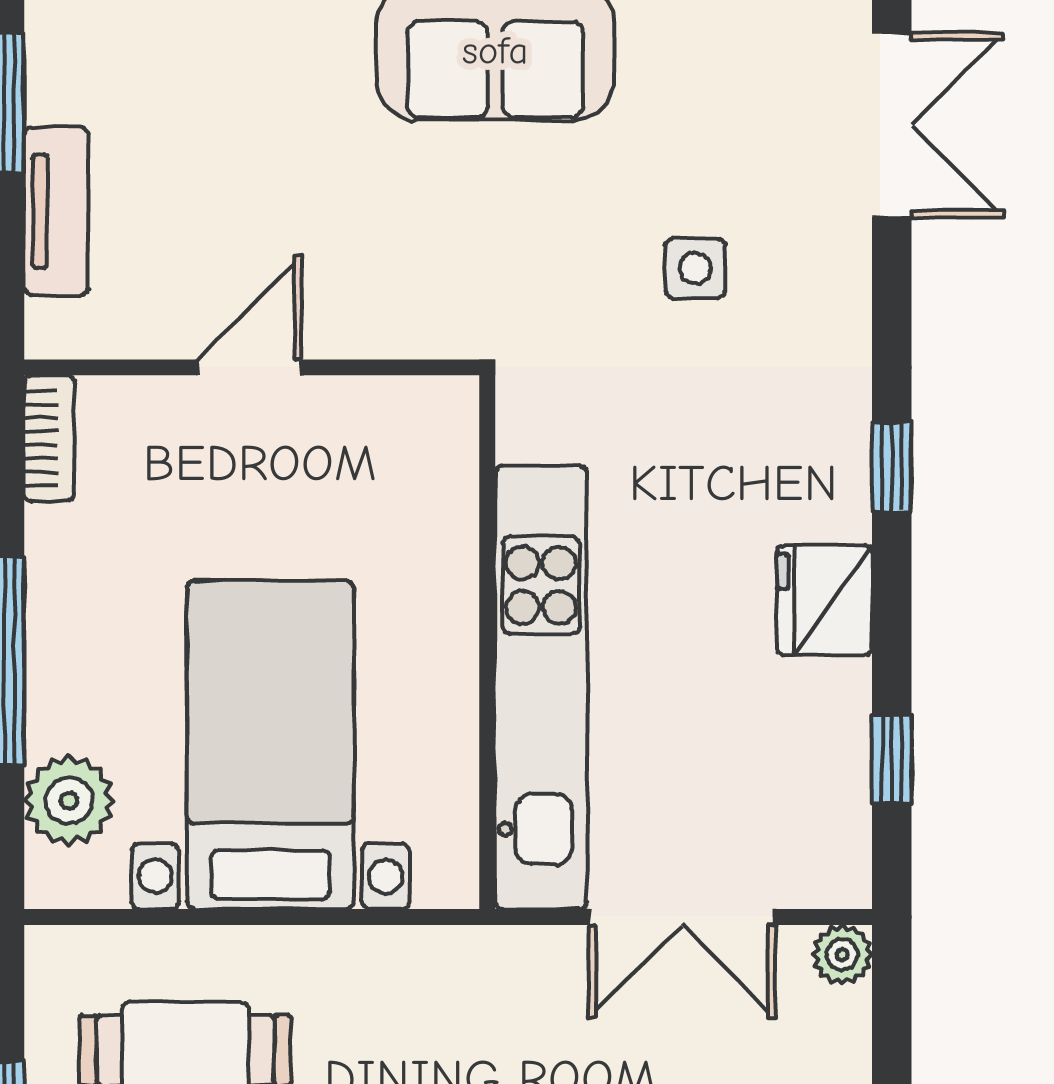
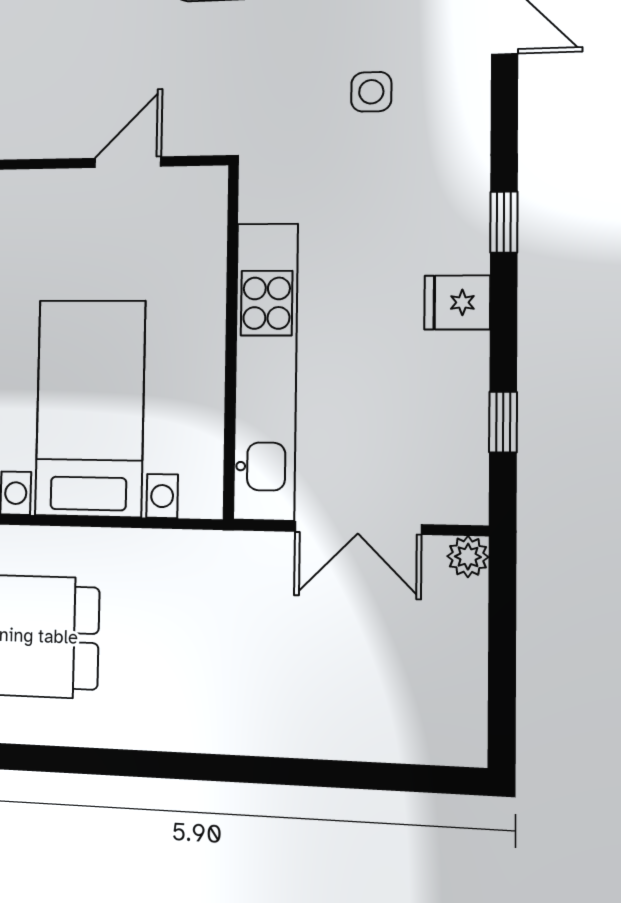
door: (250, 367) -> (128, 162), moved
fridge: (824, 600) -> (457, 302), width x0.72

